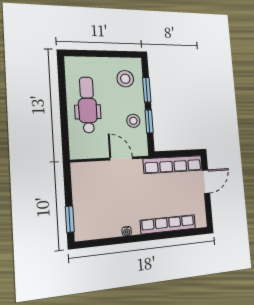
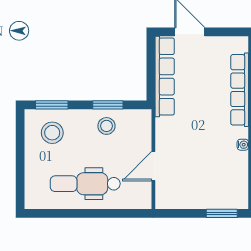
window: (147, 90) -> (52, 105), moved
door: (121, 158) -> (153, 166), moved

